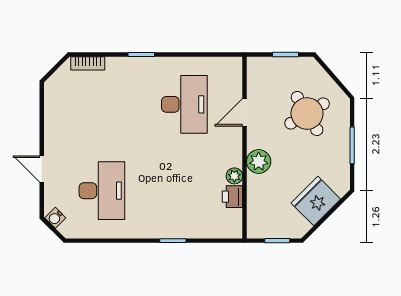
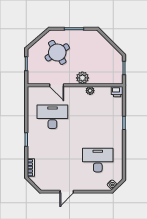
door: (42, 169) -> (67, 192), moved
printer: (232, 197) -> (117, 92), moved
fridge: (316, 201) -> (103, 48), removed

